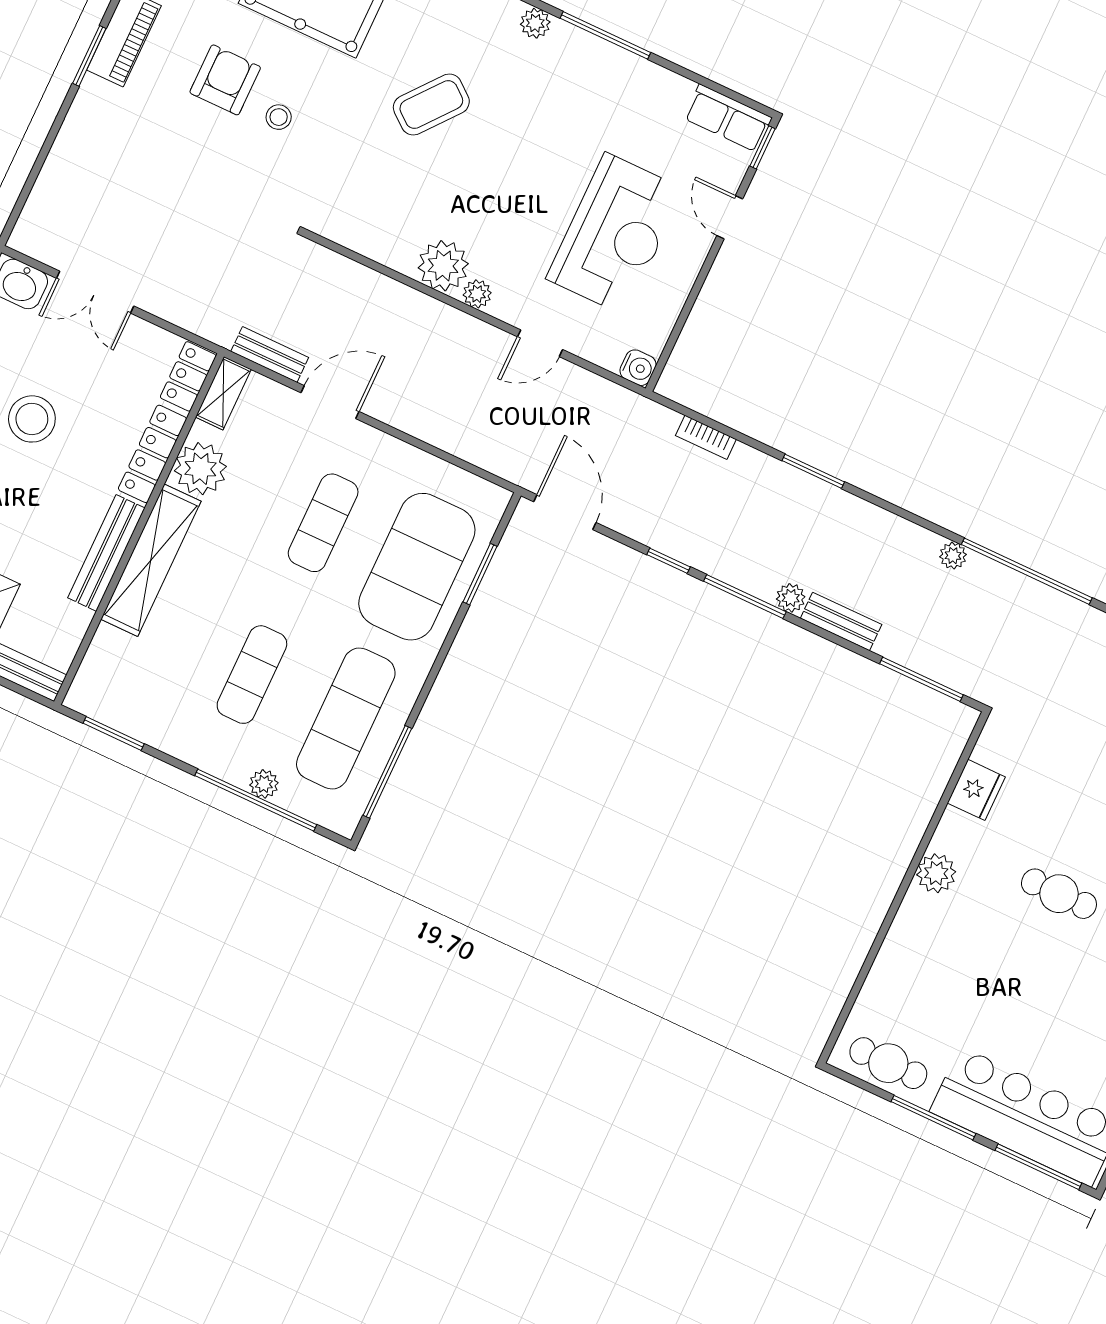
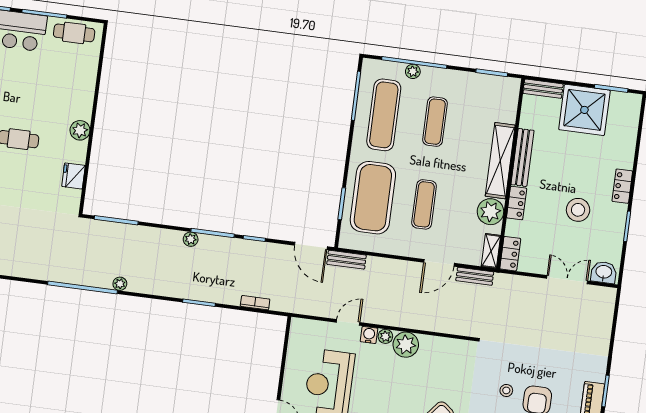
water cooler: (638, 368) -> (369, 335), moved, turned 90
locker: (152, 454) -> (517, 203), width x0.66
bench: (841, 621) -> (346, 260), moved

